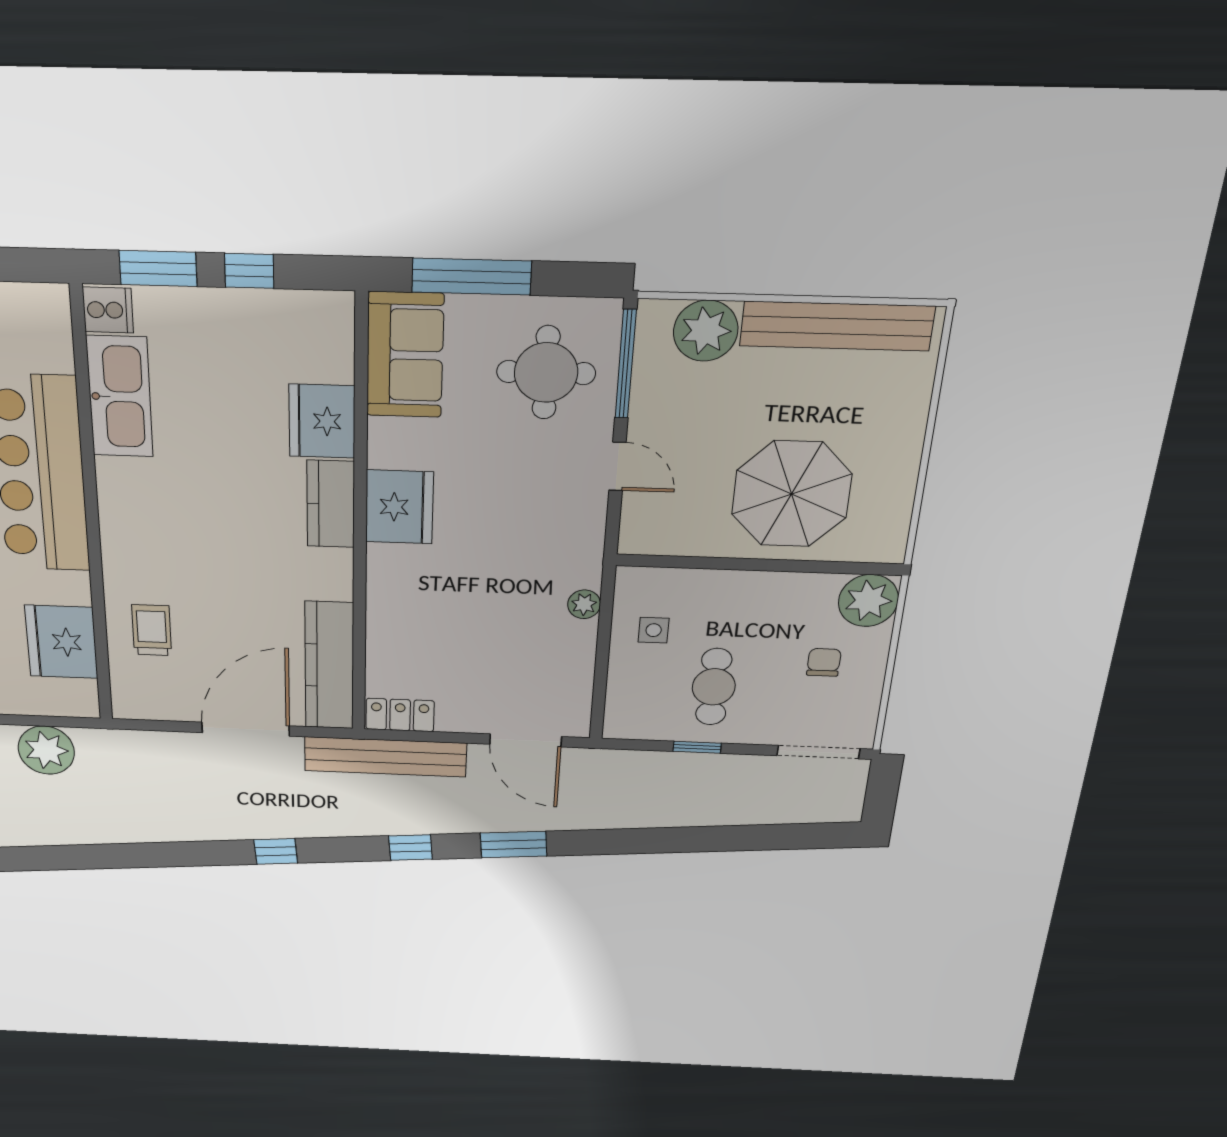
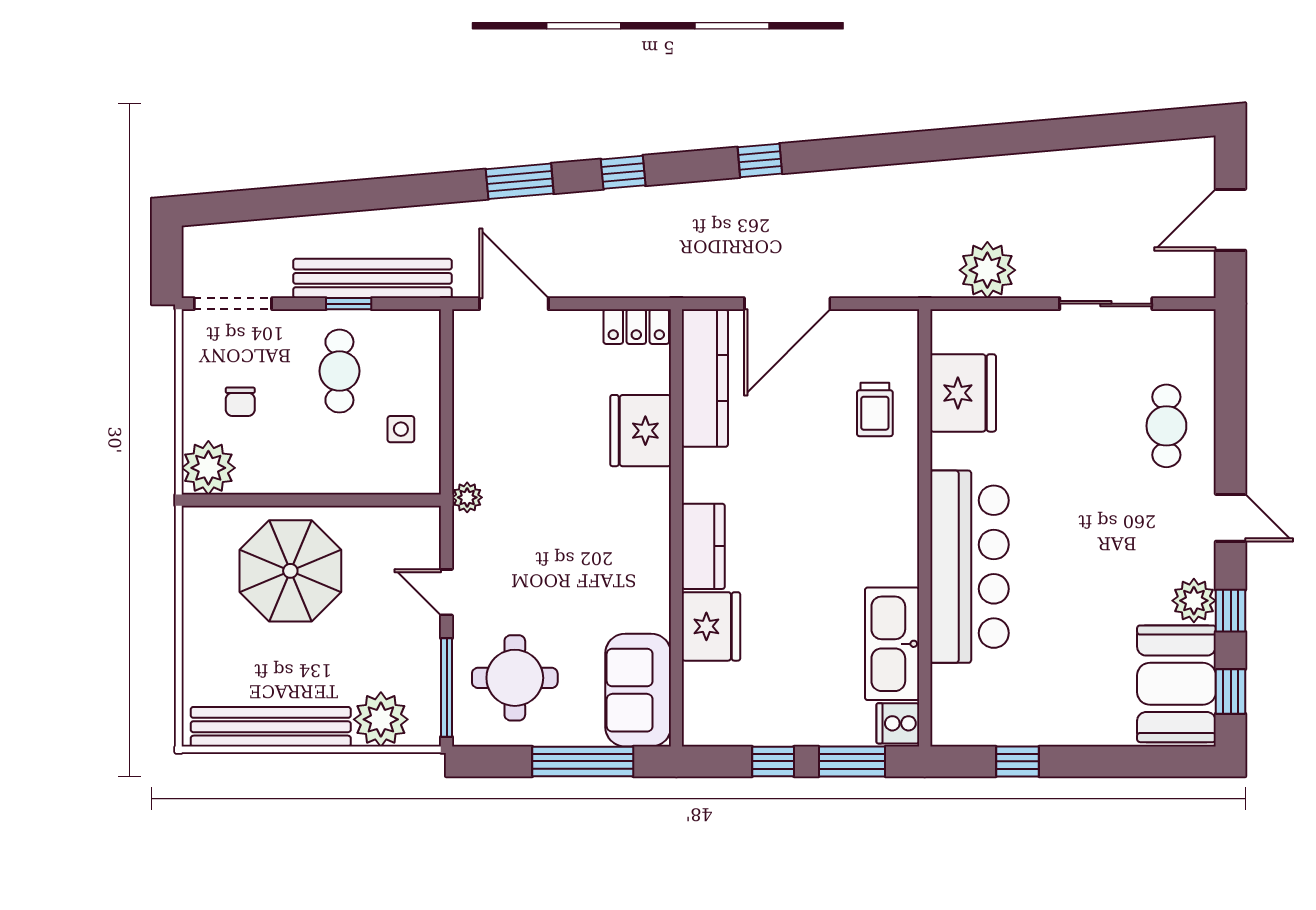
fridge: (399, 507) -> (641, 431), moved
plant: (584, 604) -> (467, 497), moved
bench: (385, 757) -> (373, 278), moved

